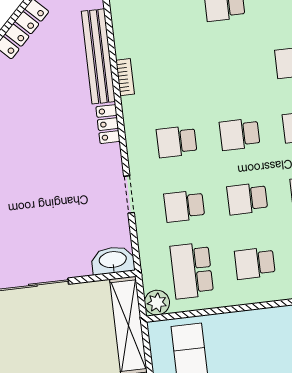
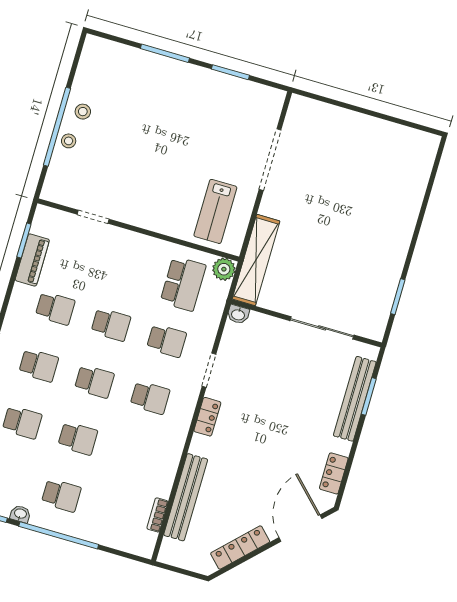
bookcase: (125, 77) -> (157, 515), moved
locker: (108, 124) -> (207, 417), moved
washbasin: (113, 260) -> (238, 314), width x0.52, depth x0.69
school desk: (255, 263) -> (78, 438), moved

